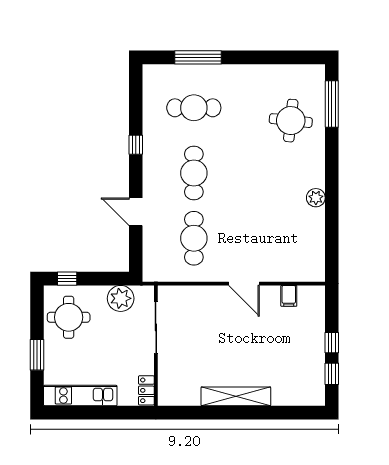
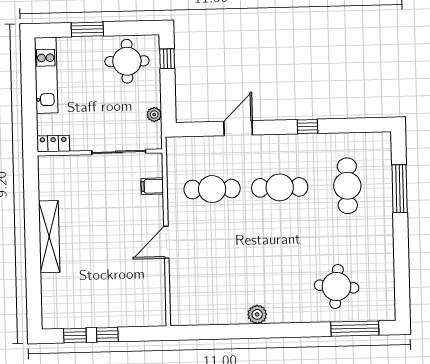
filing cabinet: (289, 296) -> (152, 186), moved
plant: (121, 298) -> (154, 115), width x0.53, depth x0.53

